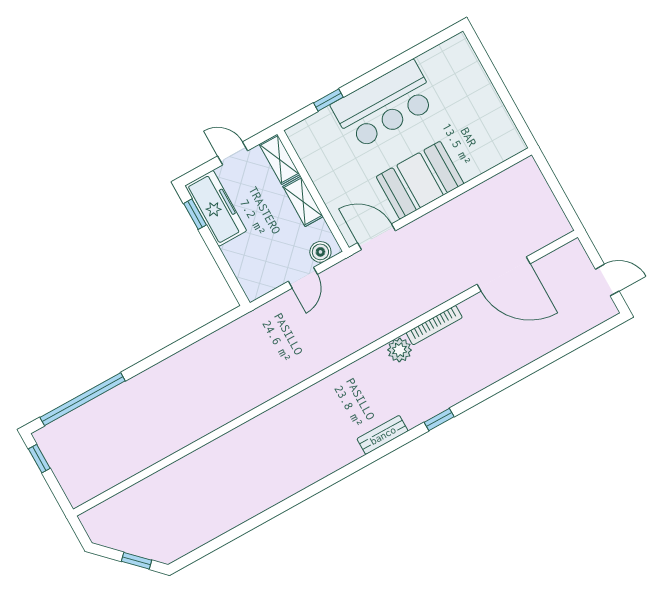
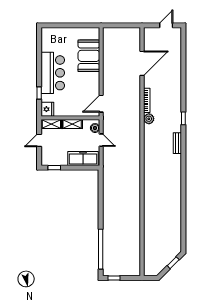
fridge: (305, 135) -> (47, 109), added
booth: (420, 180) -> (89, 56), moved
freezer: (216, 208) -> (83, 158), moved

